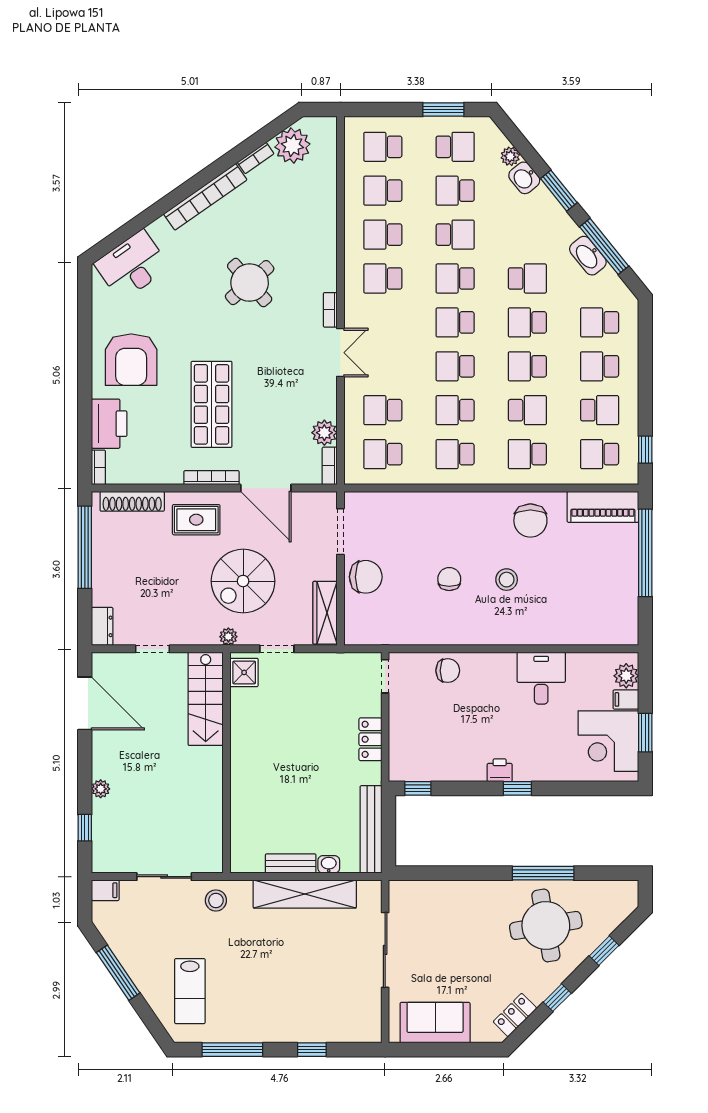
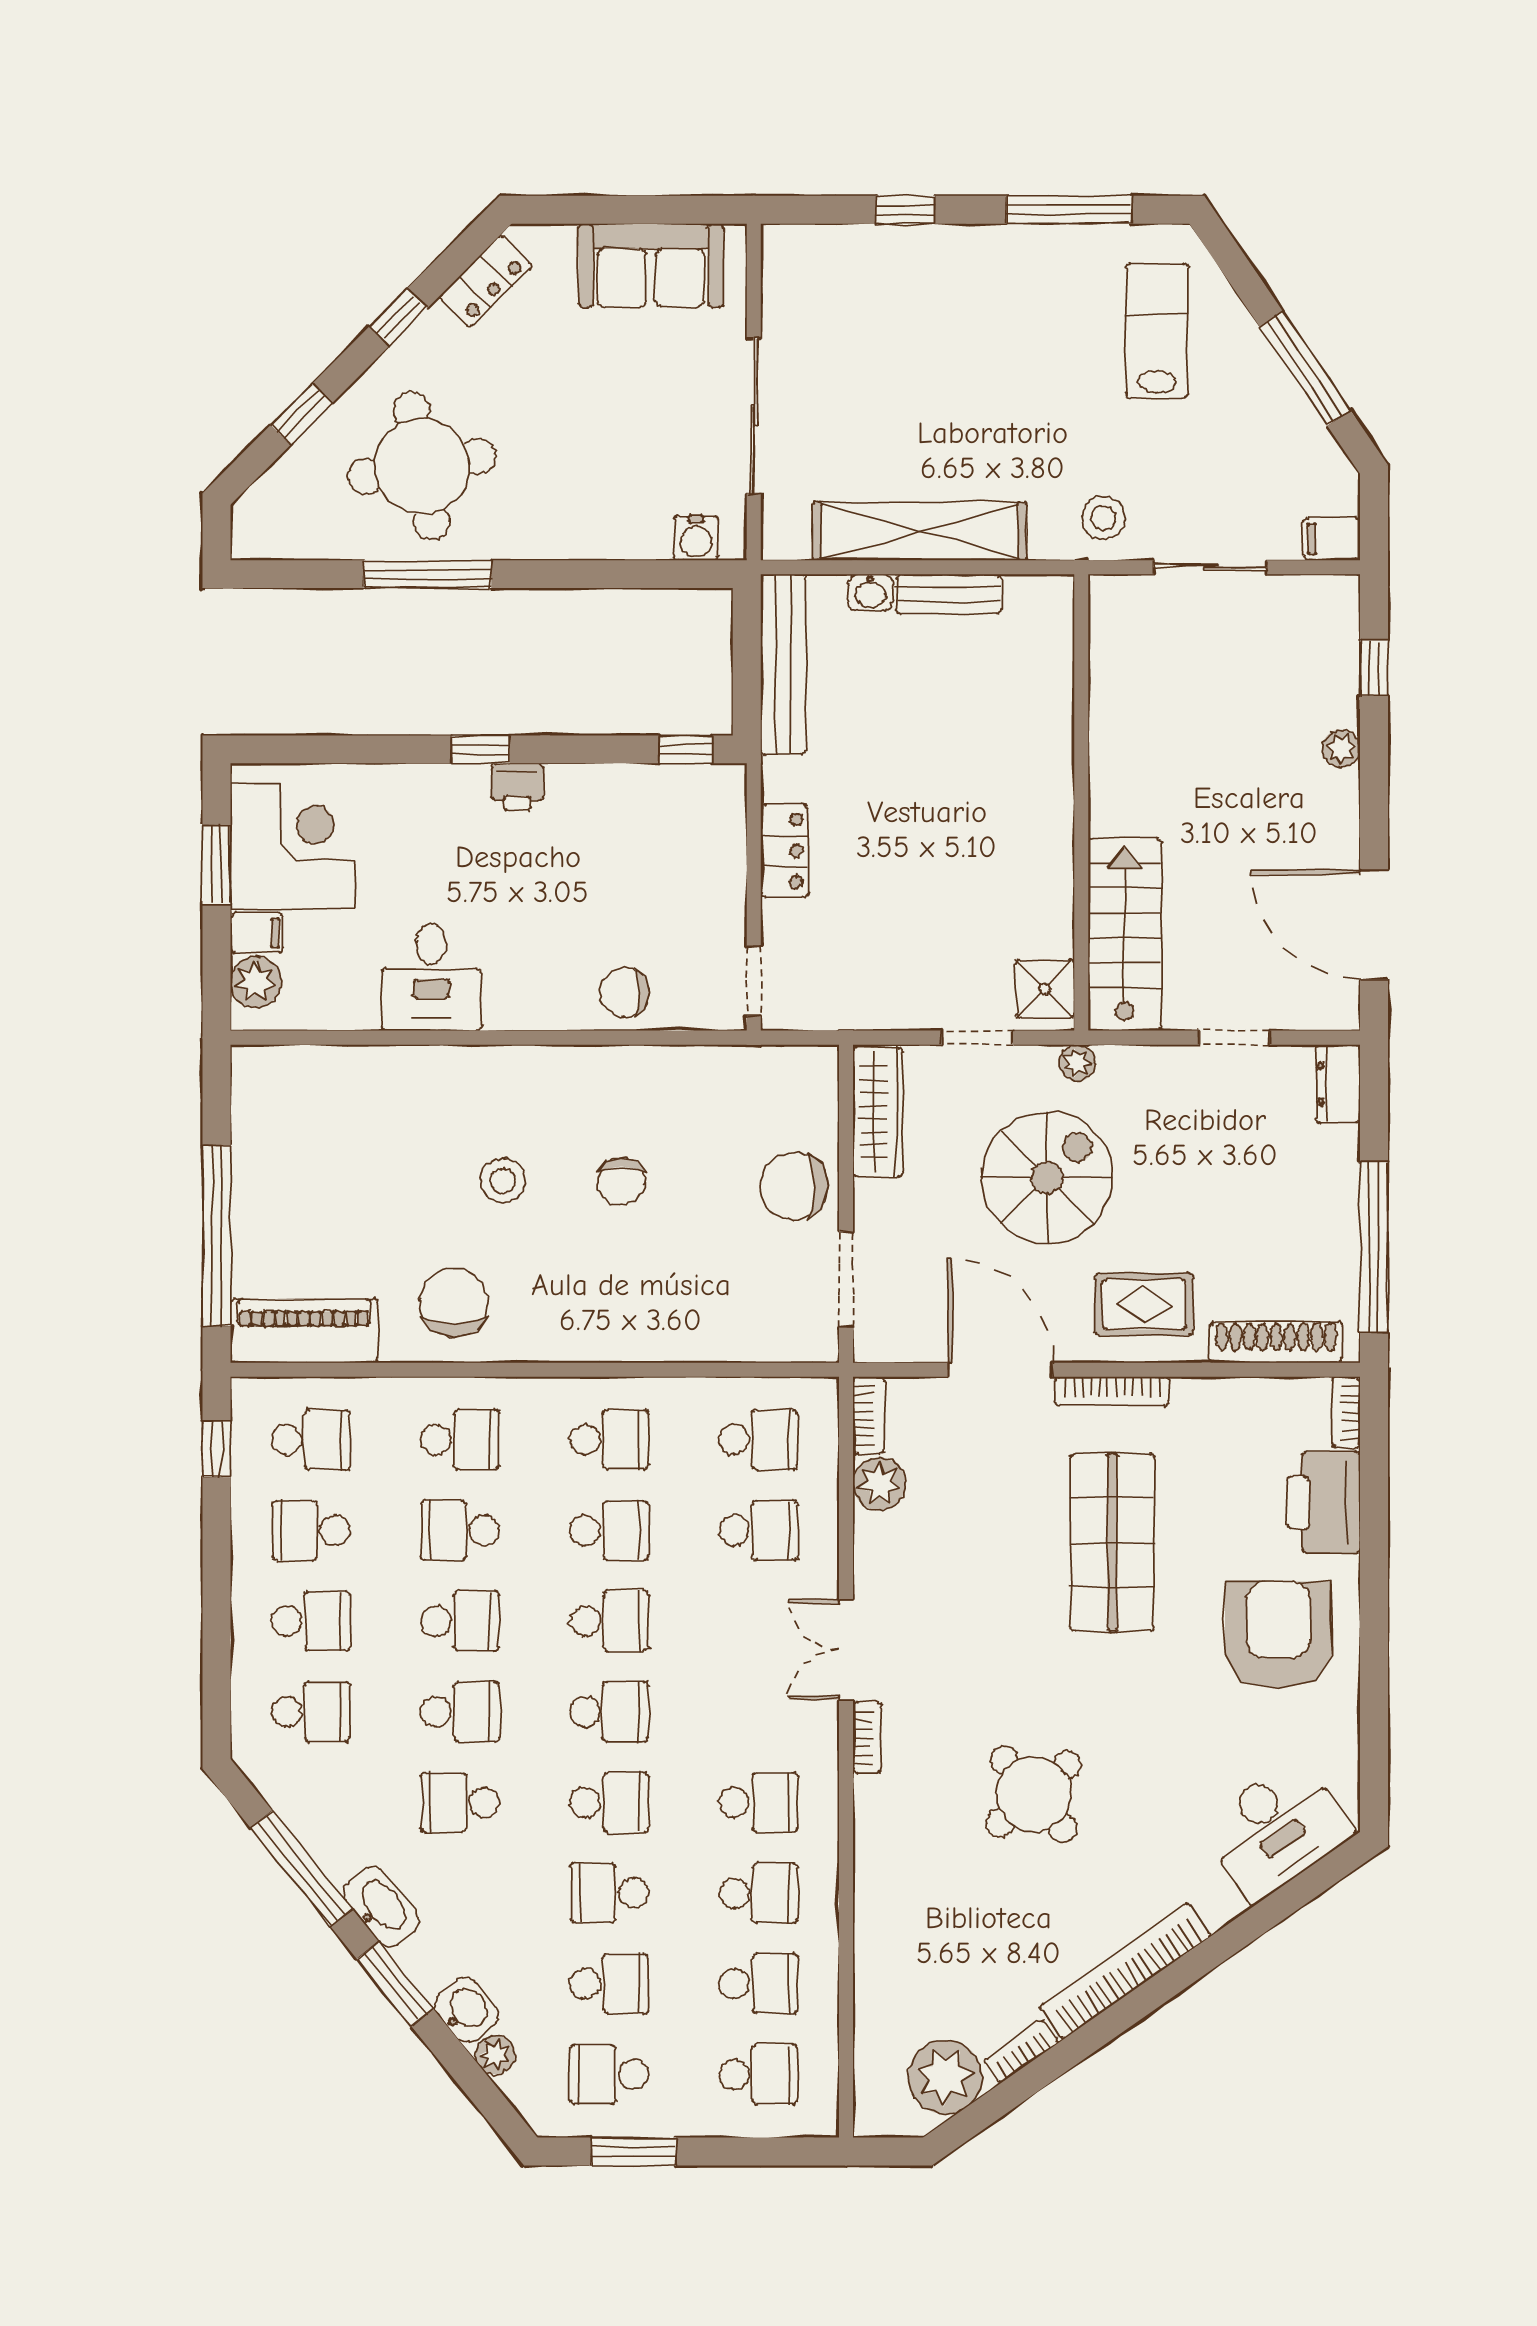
washbasin: (588, 256) -> (381, 1907), moved
water cooler: (413, 891) -> (696, 538), added

